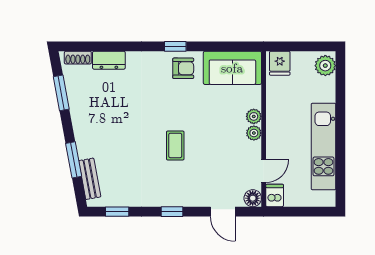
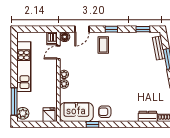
window: (175, 46) -> (92, 124), moved
window: (340, 86) -> (14, 101), added
coffee table: (175, 145) -> (103, 45), moved
door: (223, 212) -> (82, 29), swing flipped

